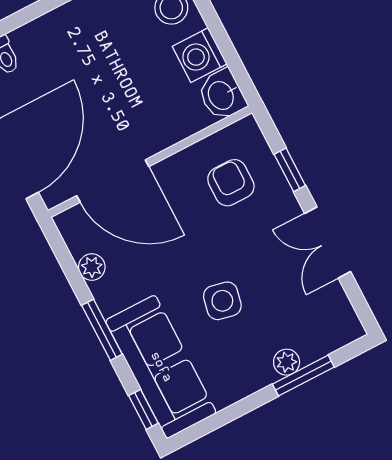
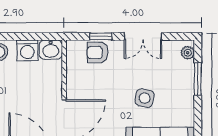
armchair: (231, 183) -> (98, 53), moved
plant: (287, 362) -> (188, 53), moved

